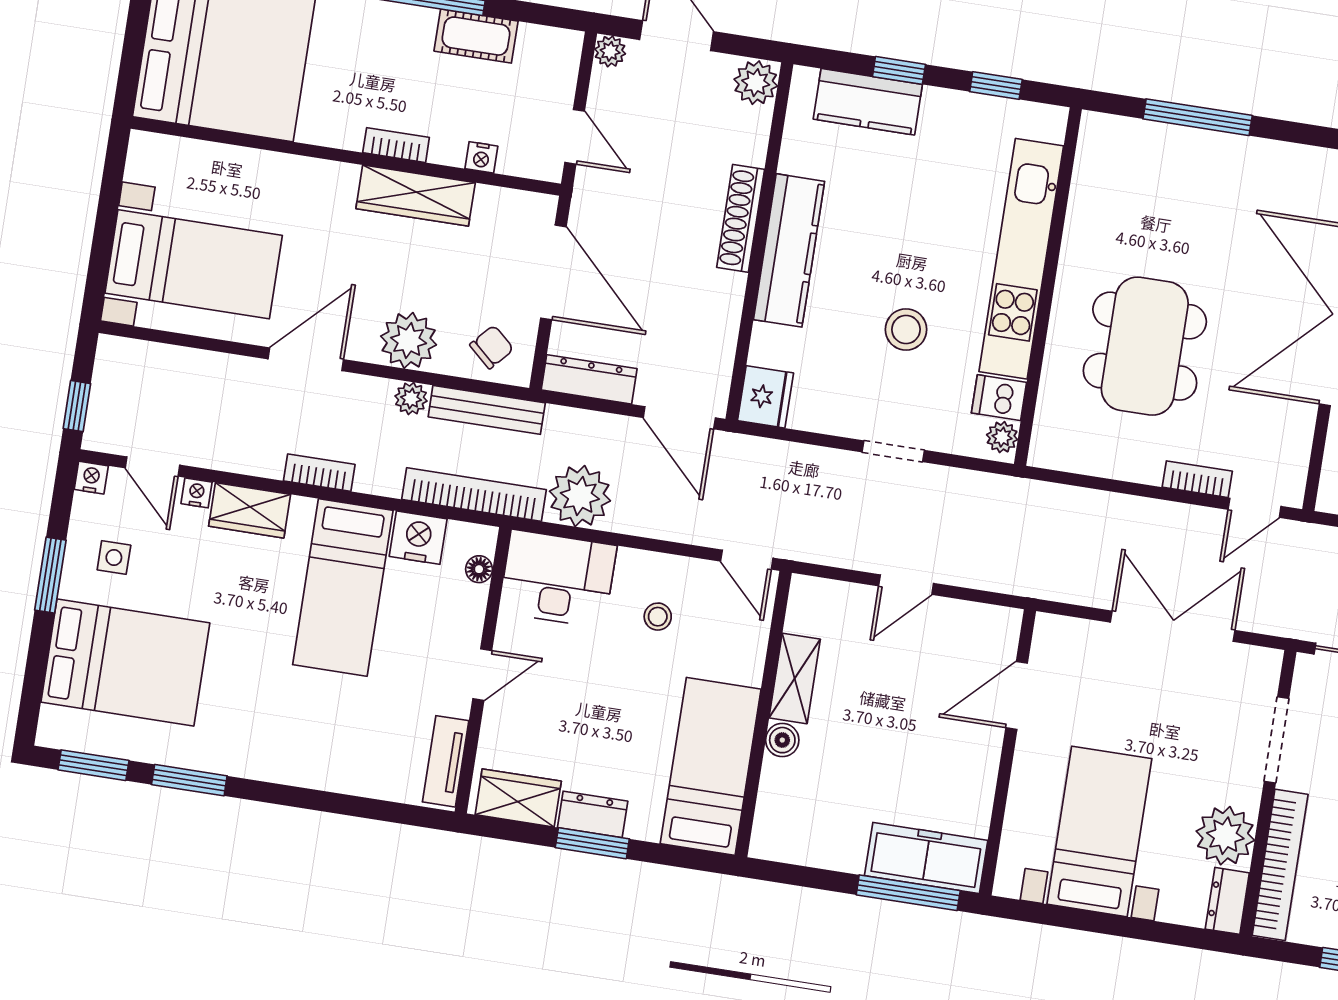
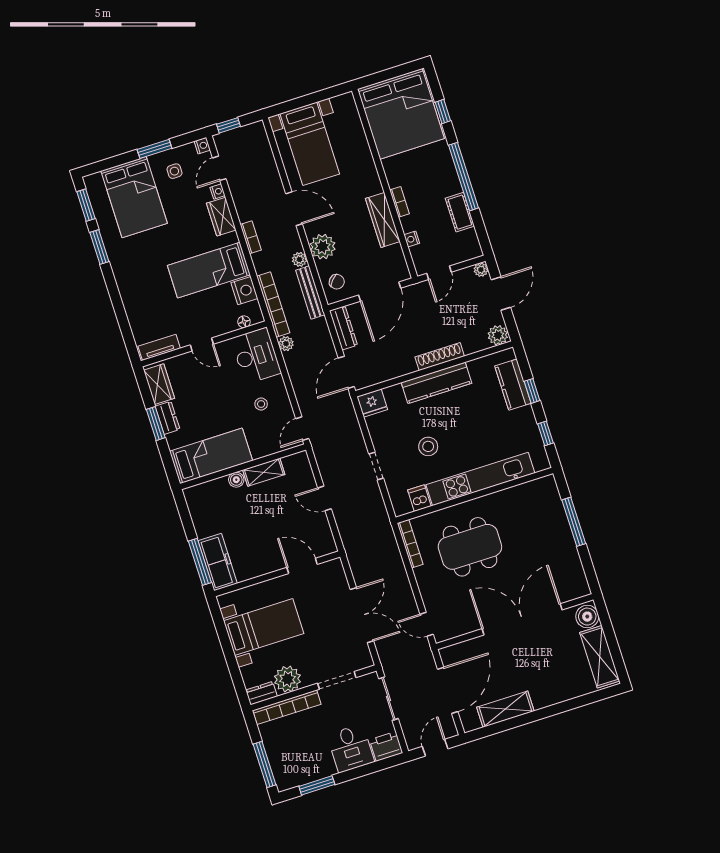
plant: (1002, 437) -> (404, 507), removed
bookcase: (1197, 479) -> (410, 544), moved, width x1.56
plant: (580, 496) -> (286, 344), width x0.53, depth x0.53

